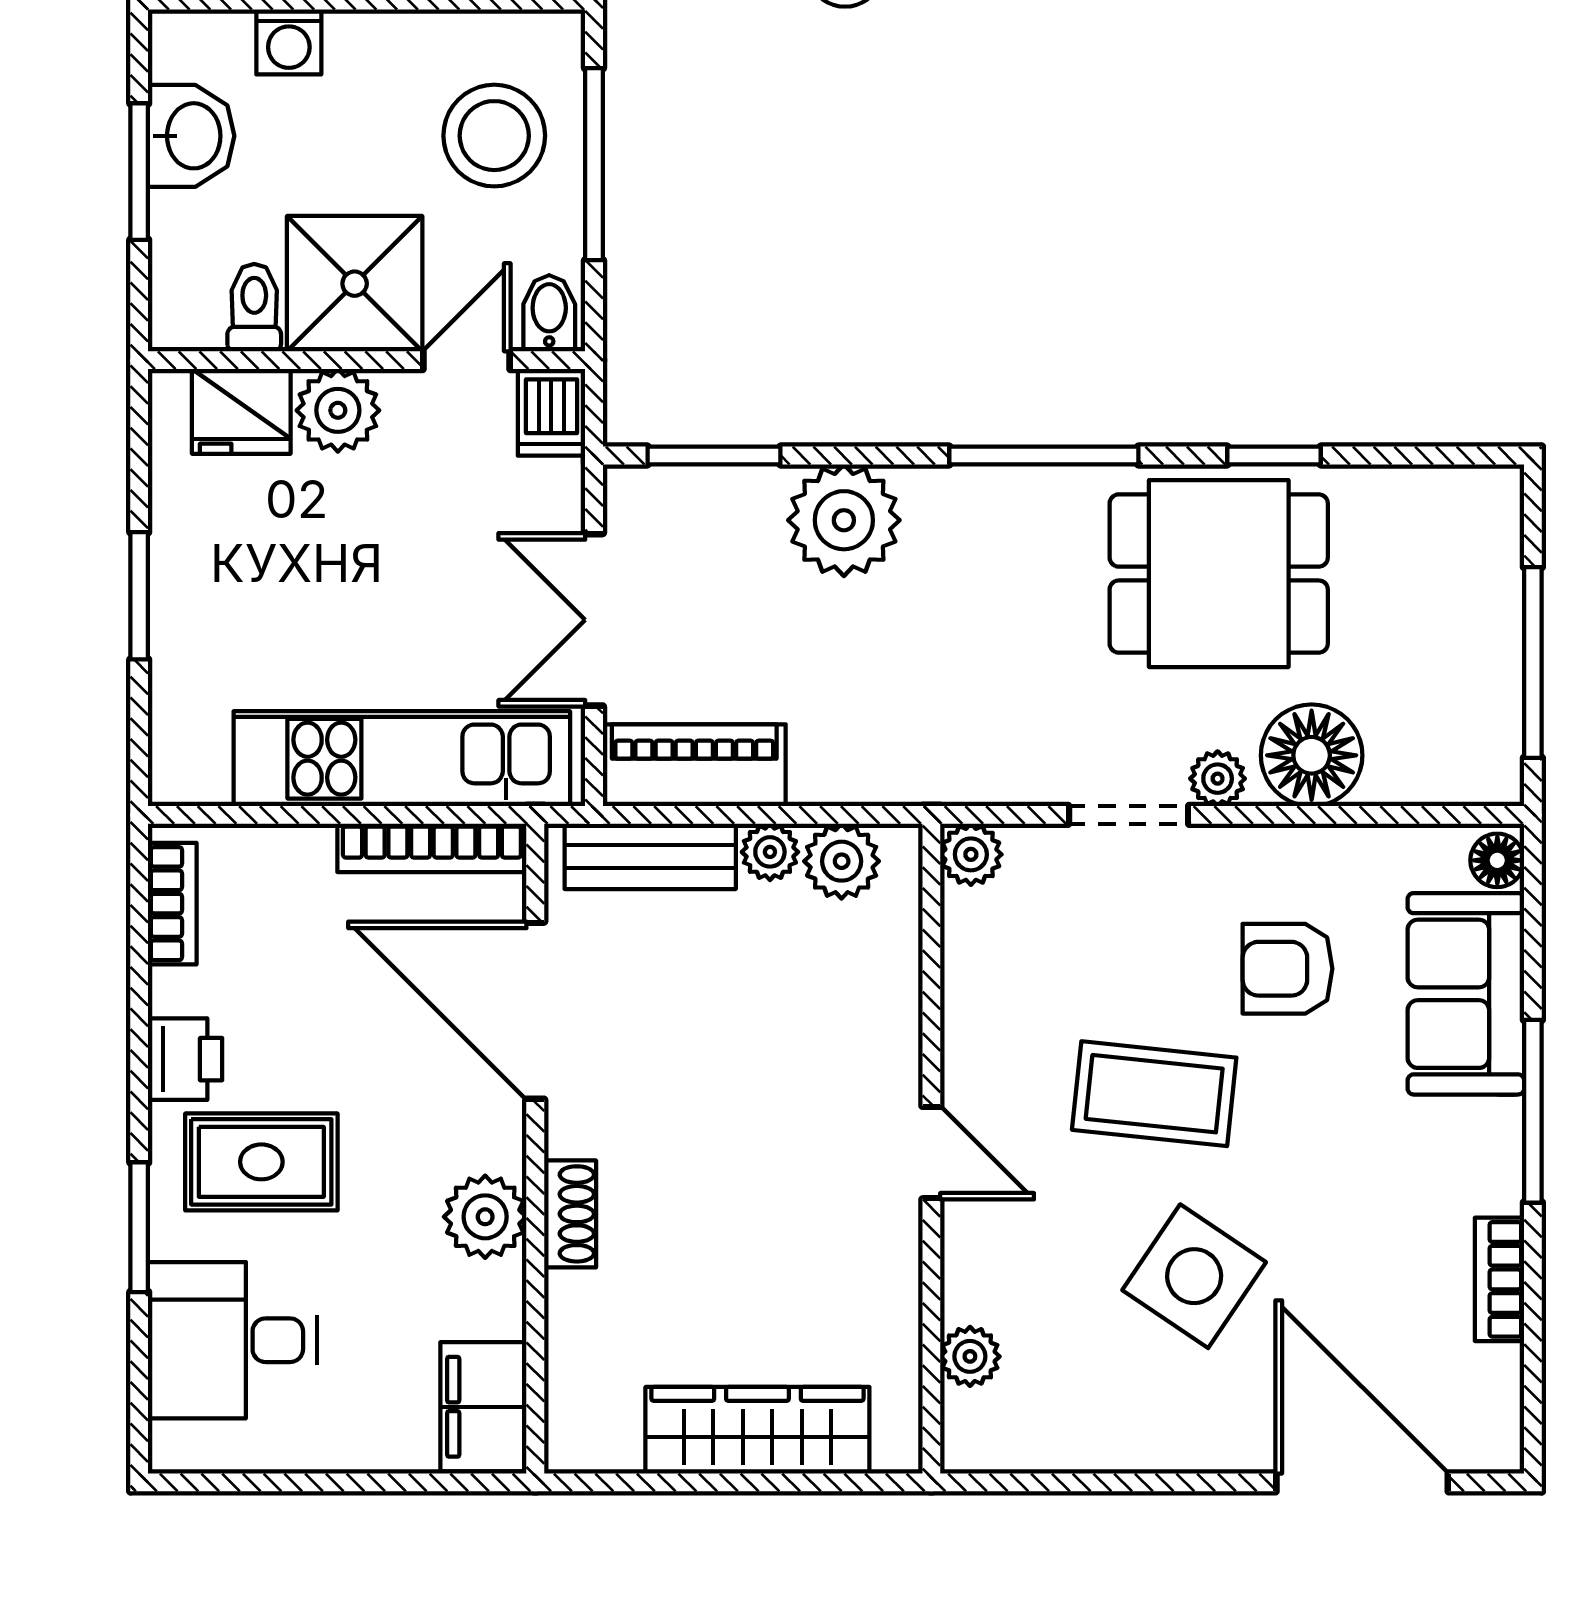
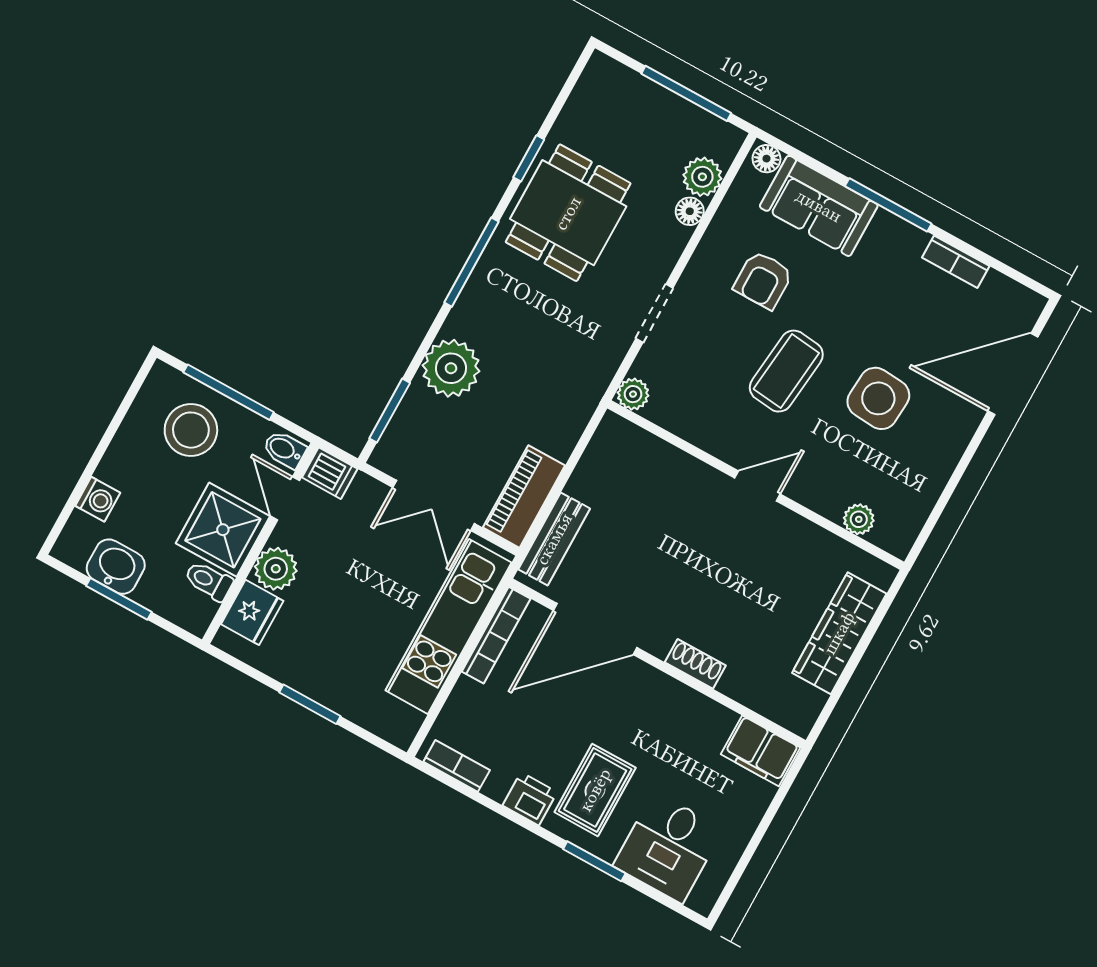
floor lamp: (1312, 755) -> (690, 211), width x0.53, depth x0.53
plant: (1218, 779) -> (702, 177), moved, width x1.38, depth x1.38
plant: (770, 852) -> (582, 484), removed
plant: (842, 861) -> (604, 454), removed
plant: (485, 1217) -> (675, 703), removed
side table: (1194, 1276) -> (878, 398), turned -30

